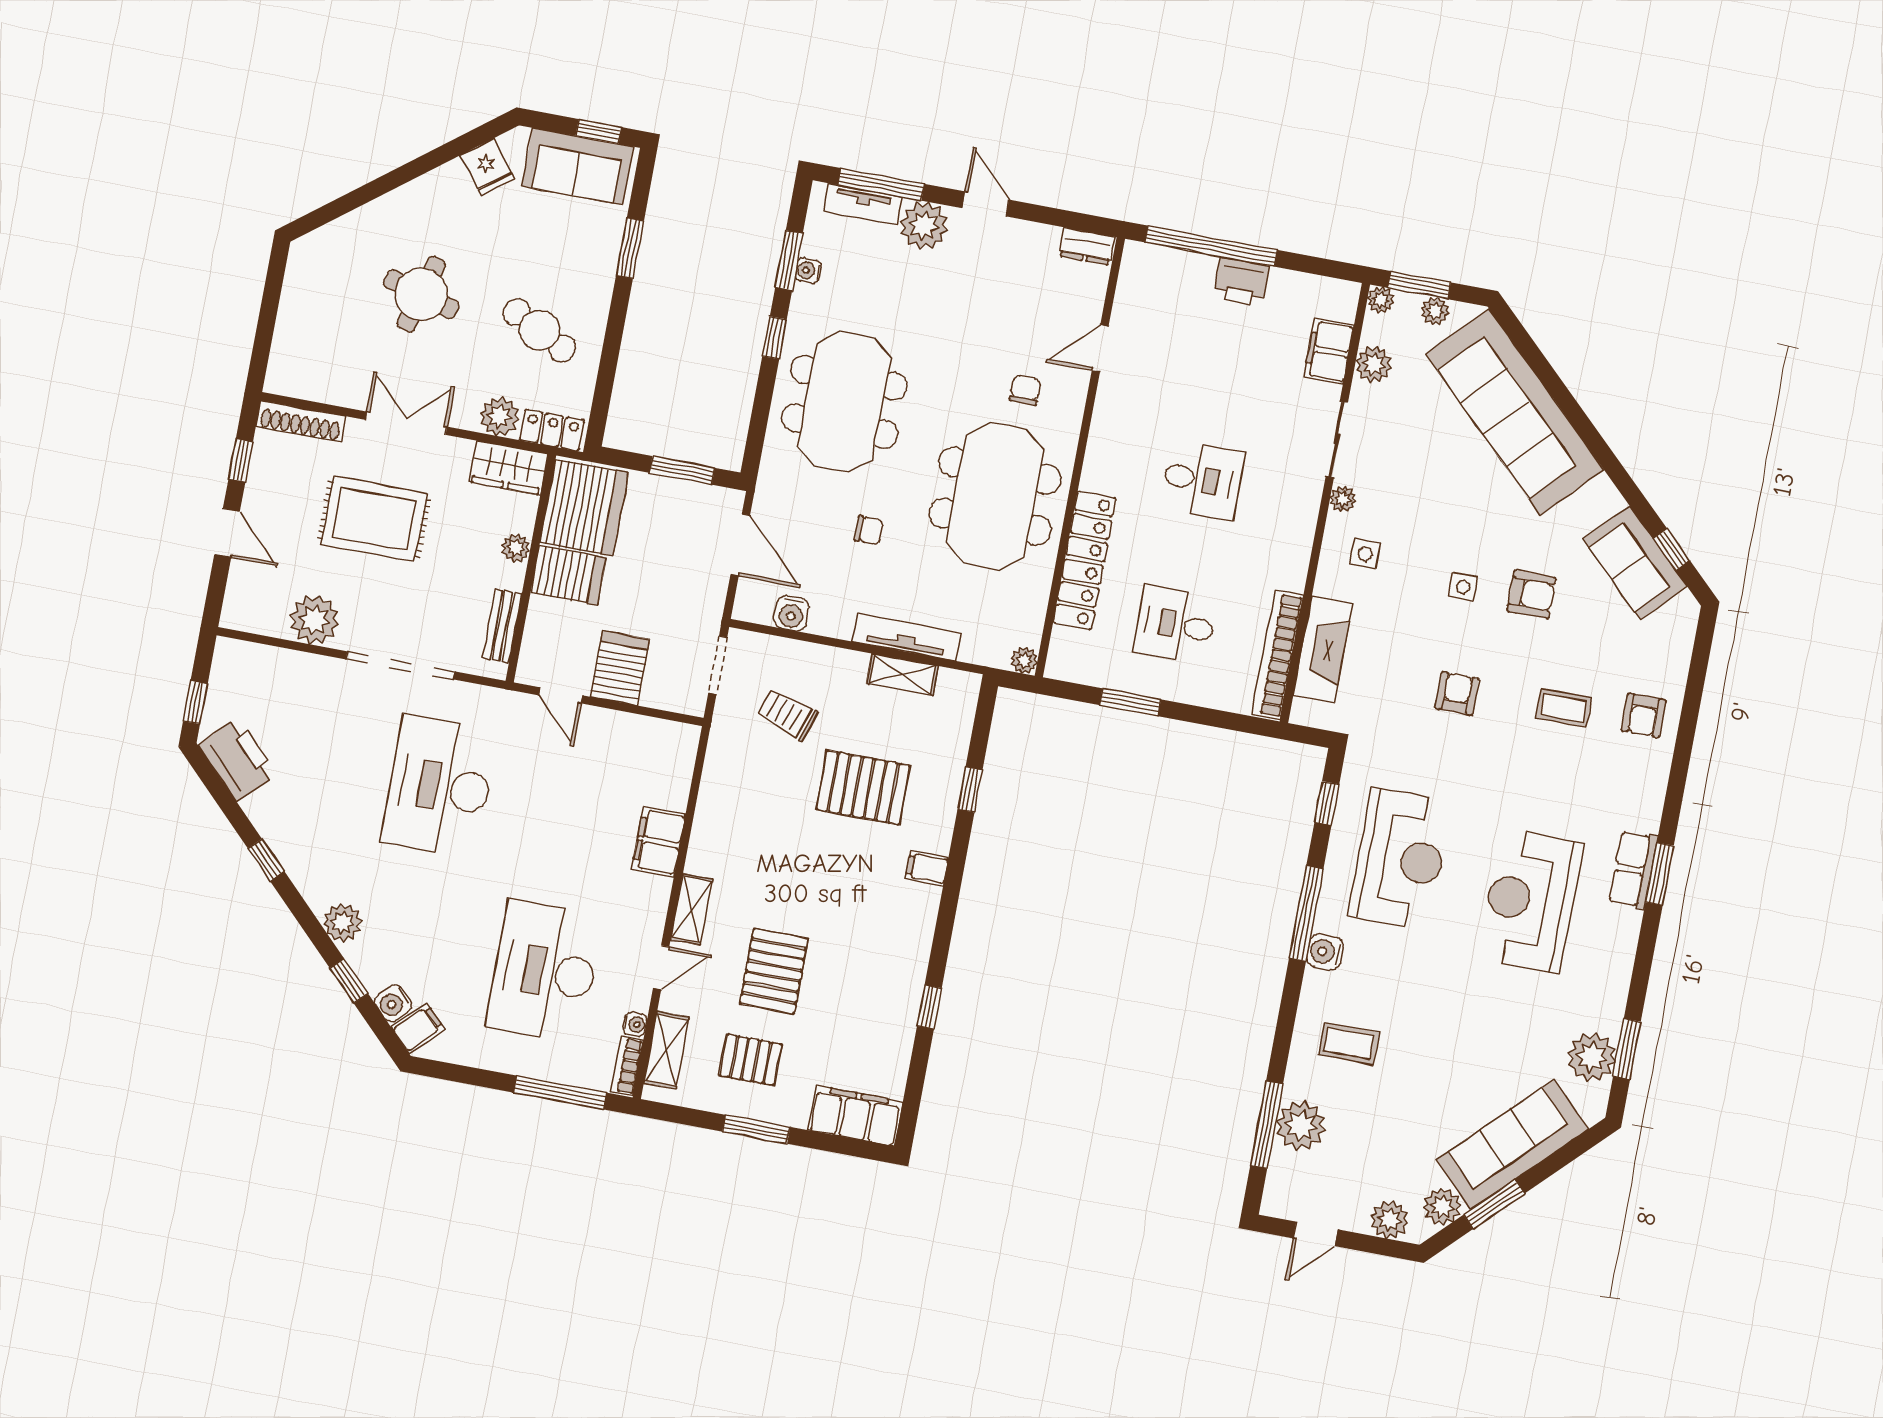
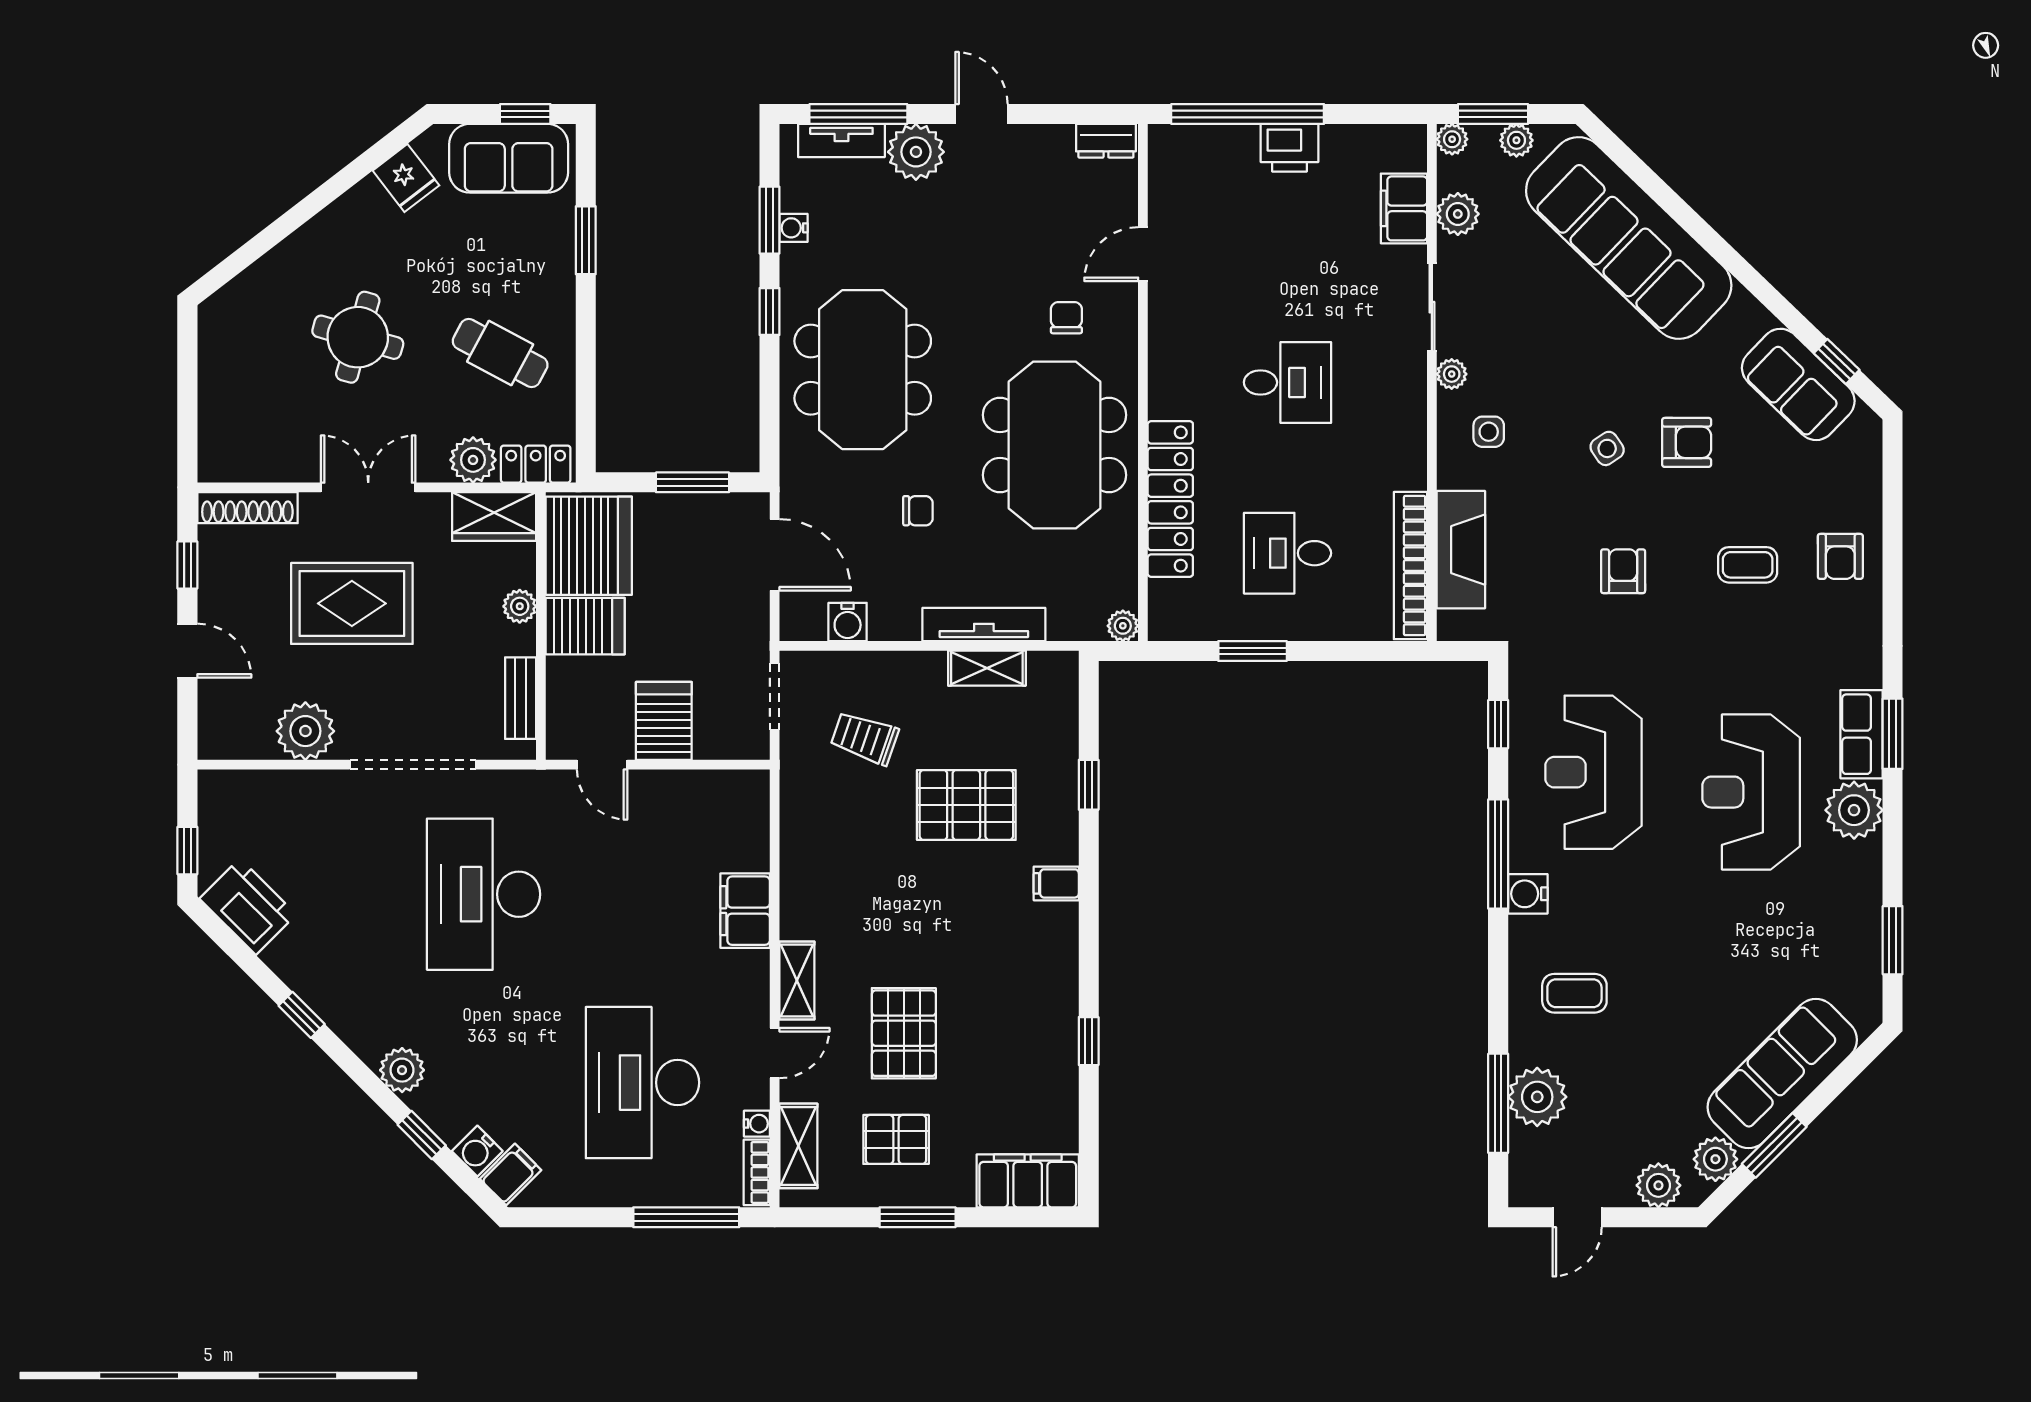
side table: (1463, 587) -> (1607, 448), turned -34
reception desk: (1400, 859) -> (1593, 772), turned 180
plant: (1592, 1057) -> (1854, 810), moved

